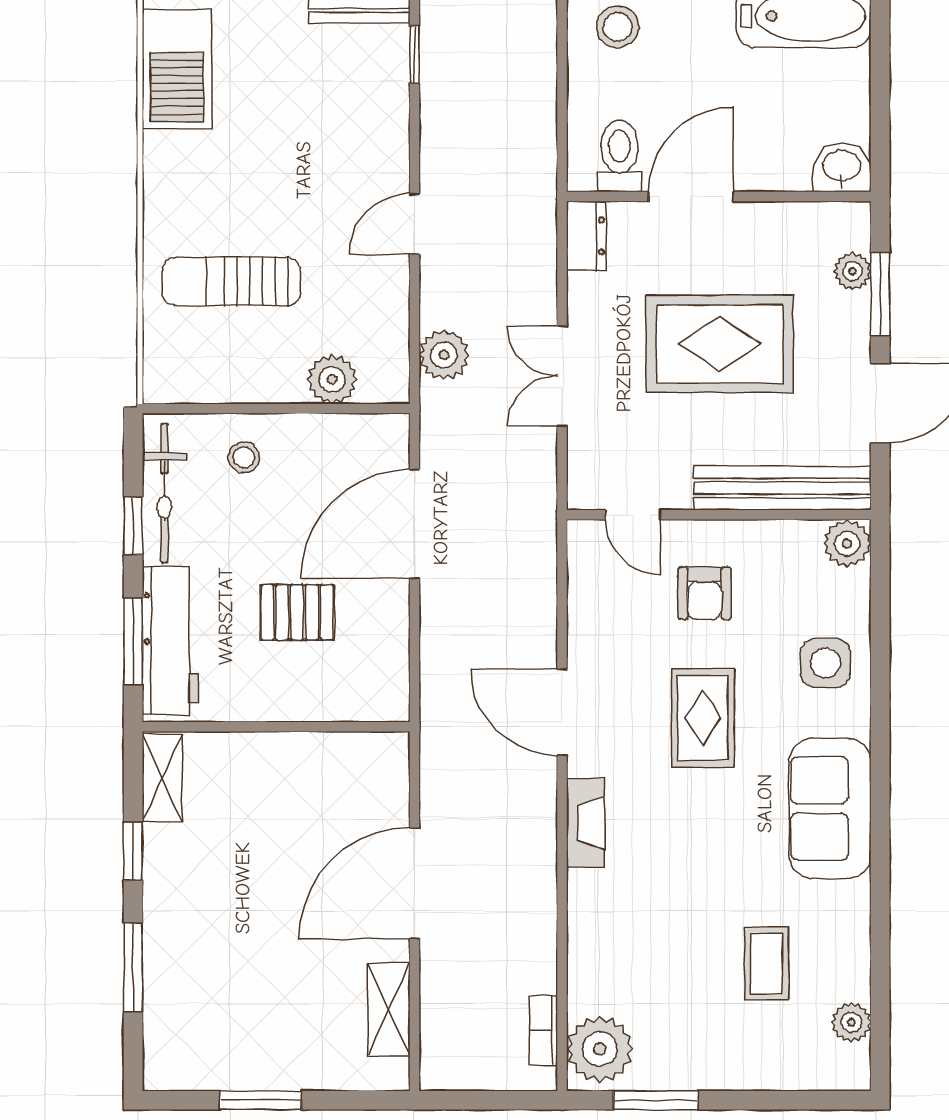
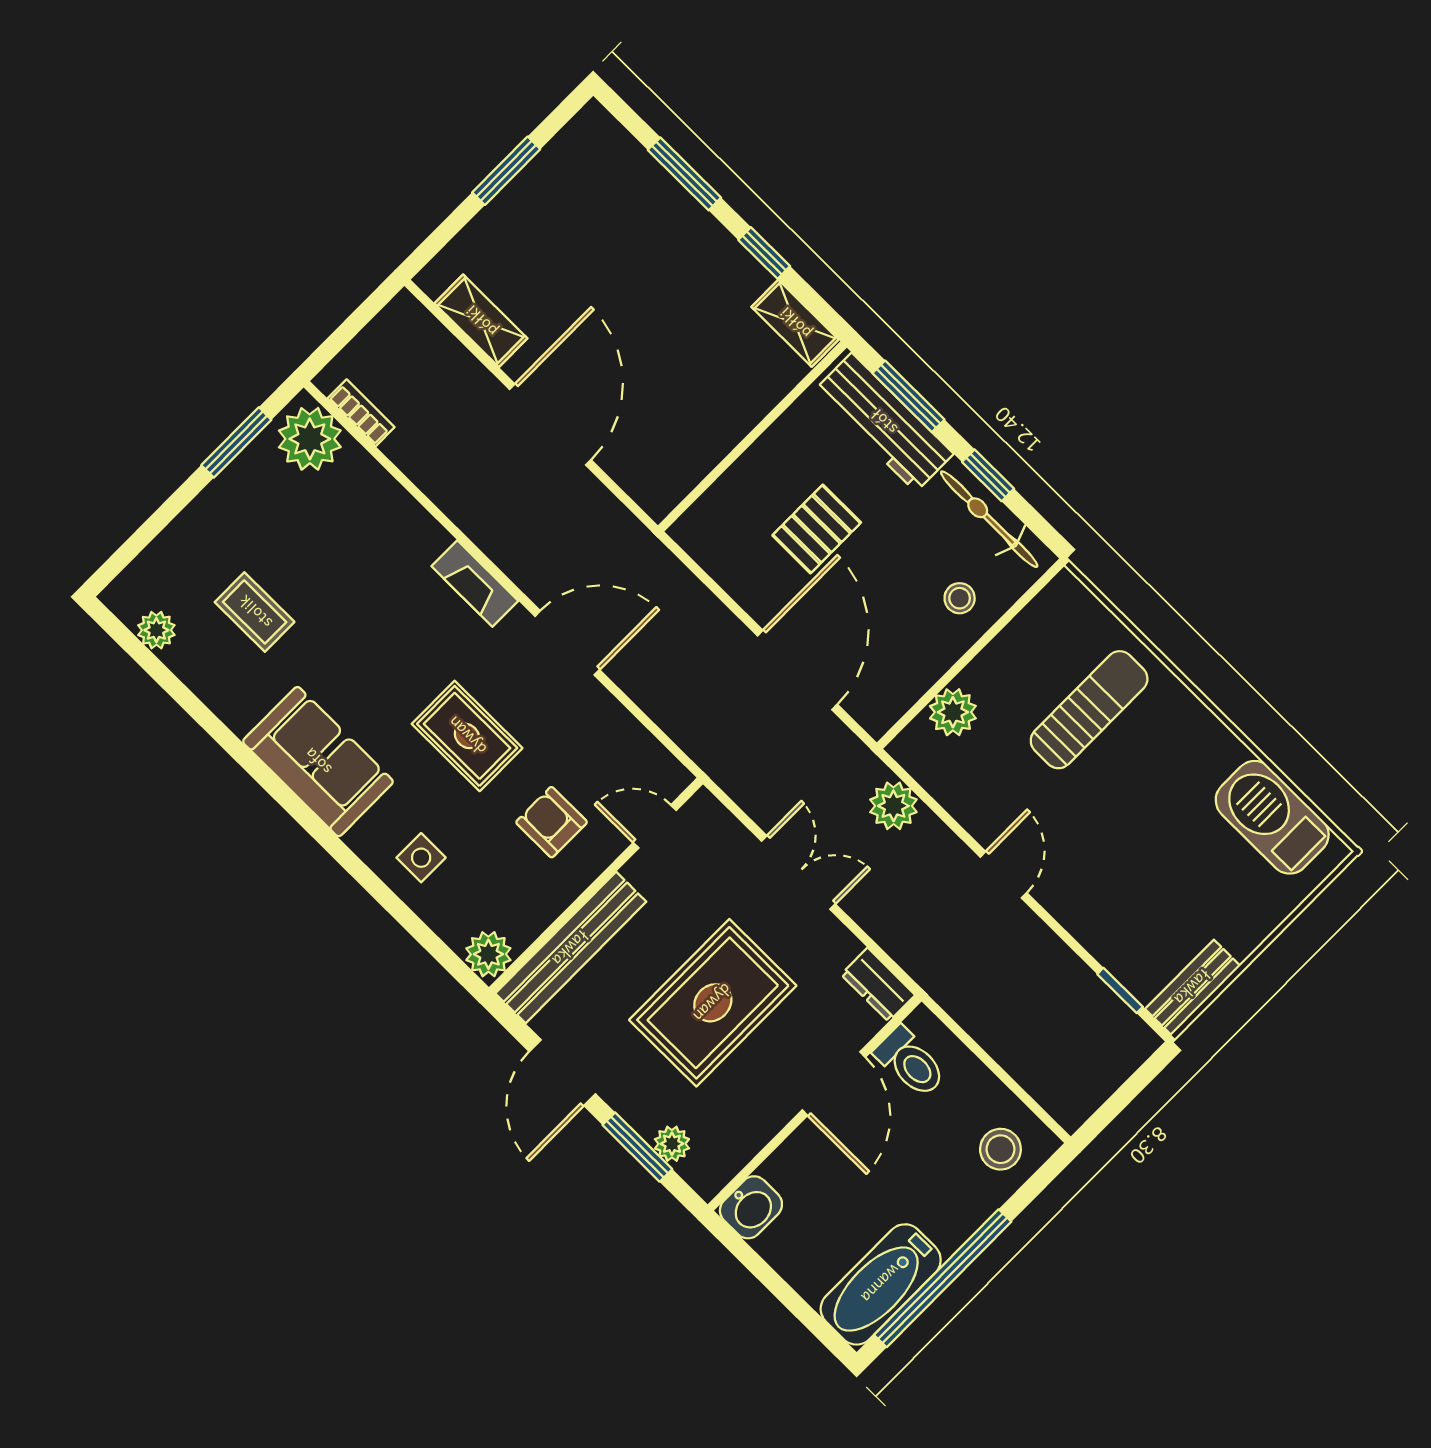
side table: (825, 663) -> (421, 858), width x0.73, depth x0.73

